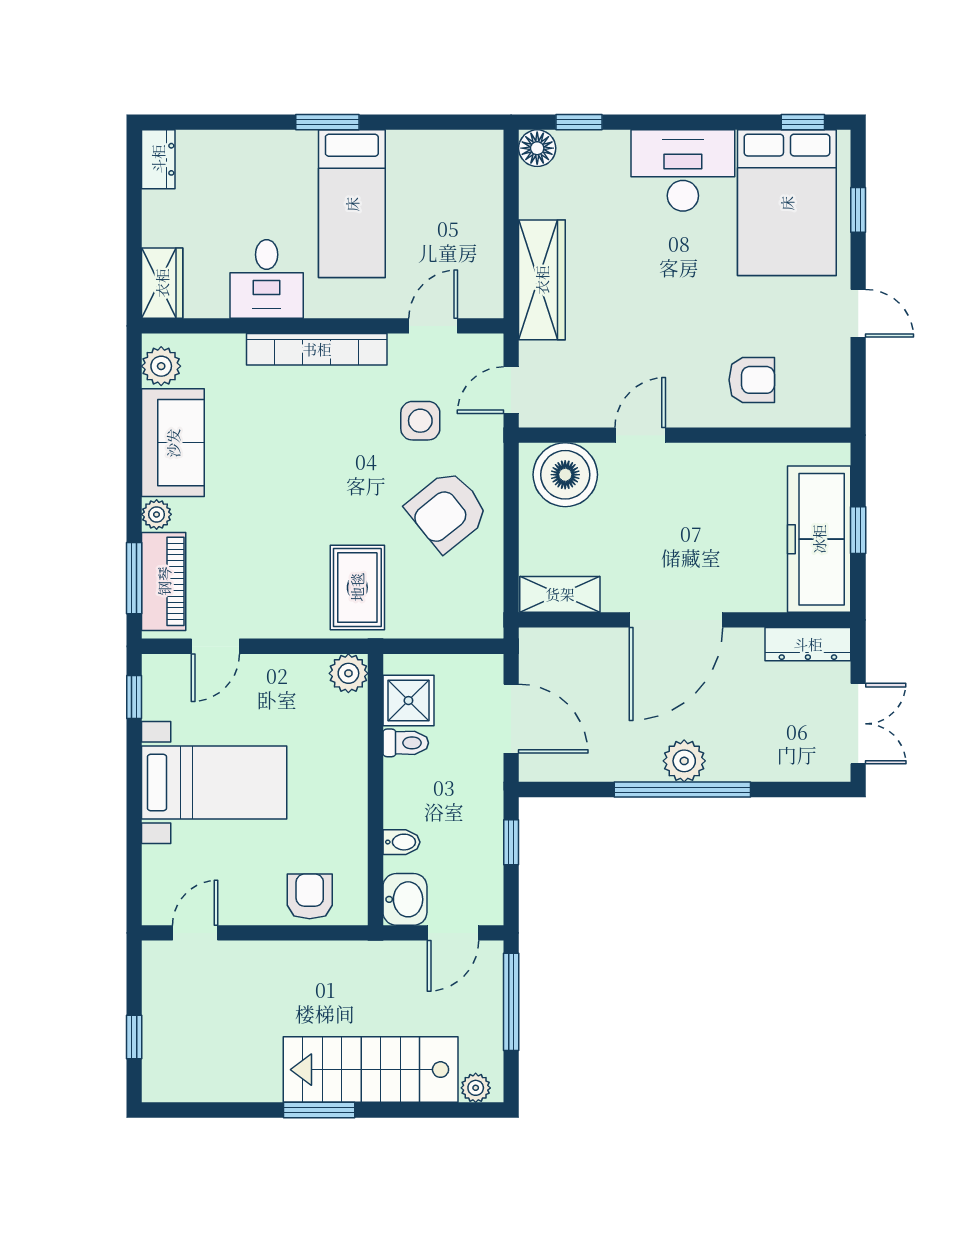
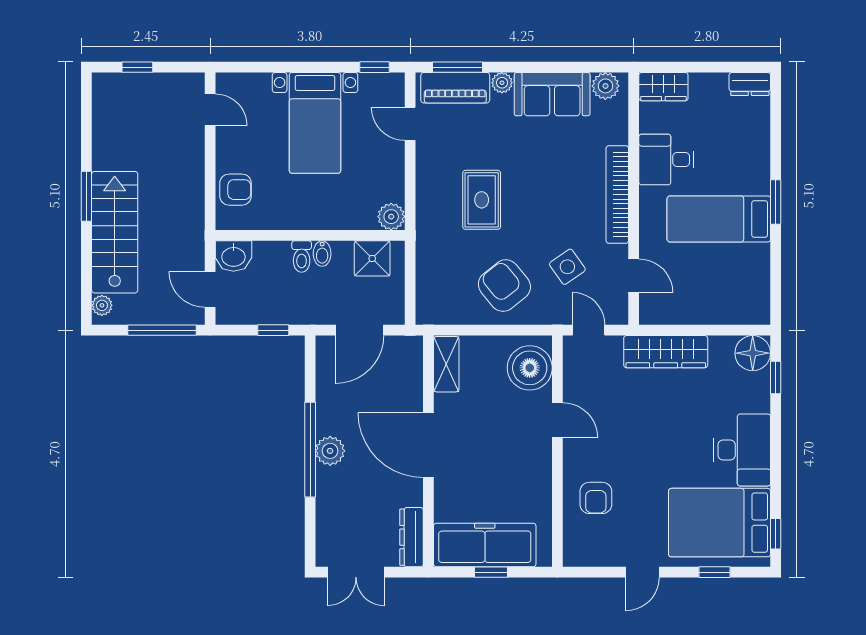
floor lamp: (537, 148) -> (753, 353), width x1.38, depth x1.38
side table: (420, 421) -> (567, 267), turned -35
rug: (357, 587) -> (482, 200), moved, turned 90
toilet: (406, 743) -> (302, 257), moved
bidet: (401, 842) -> (322, 254), moved

